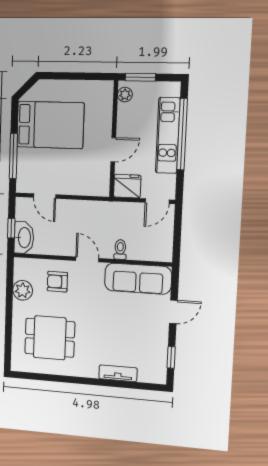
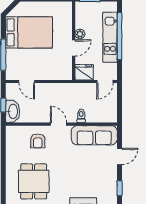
plant: (125, 95) -> (80, 34), moved
armchair: (57, 282) -> (38, 141), turned -90
plant: (23, 290) -> (13, 149), removed
dining table: (50, 338) -> (34, 181), turned 90

